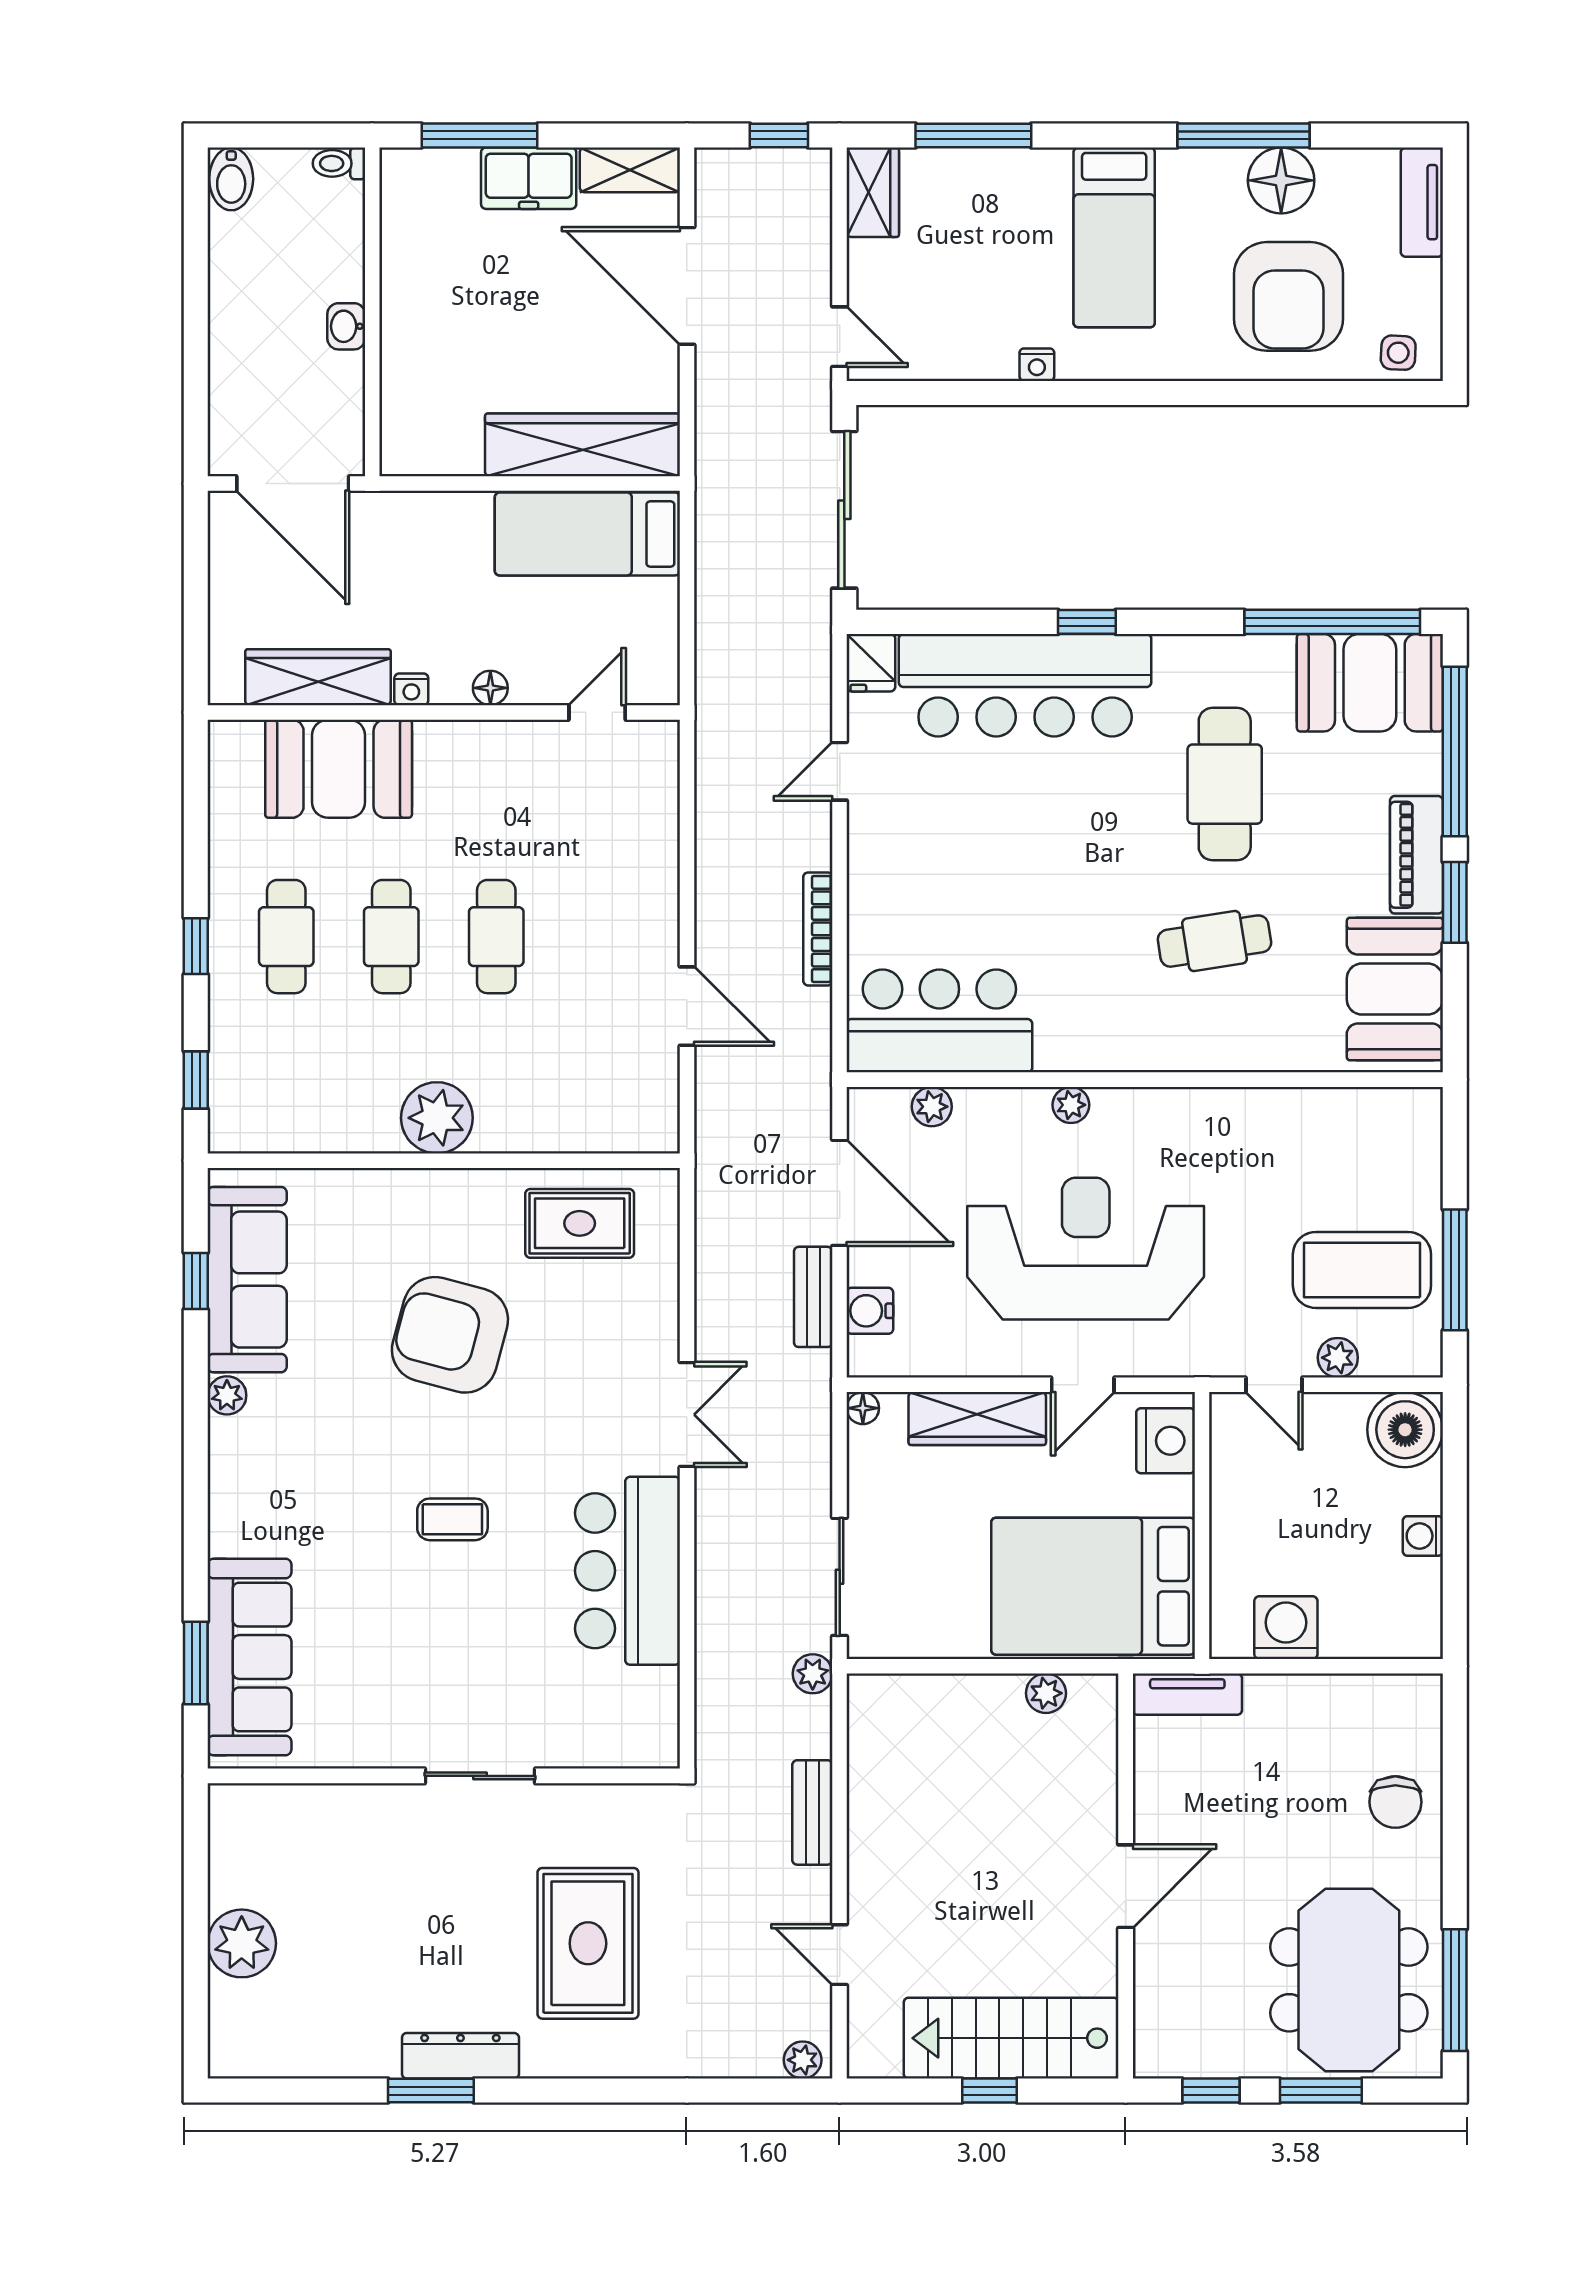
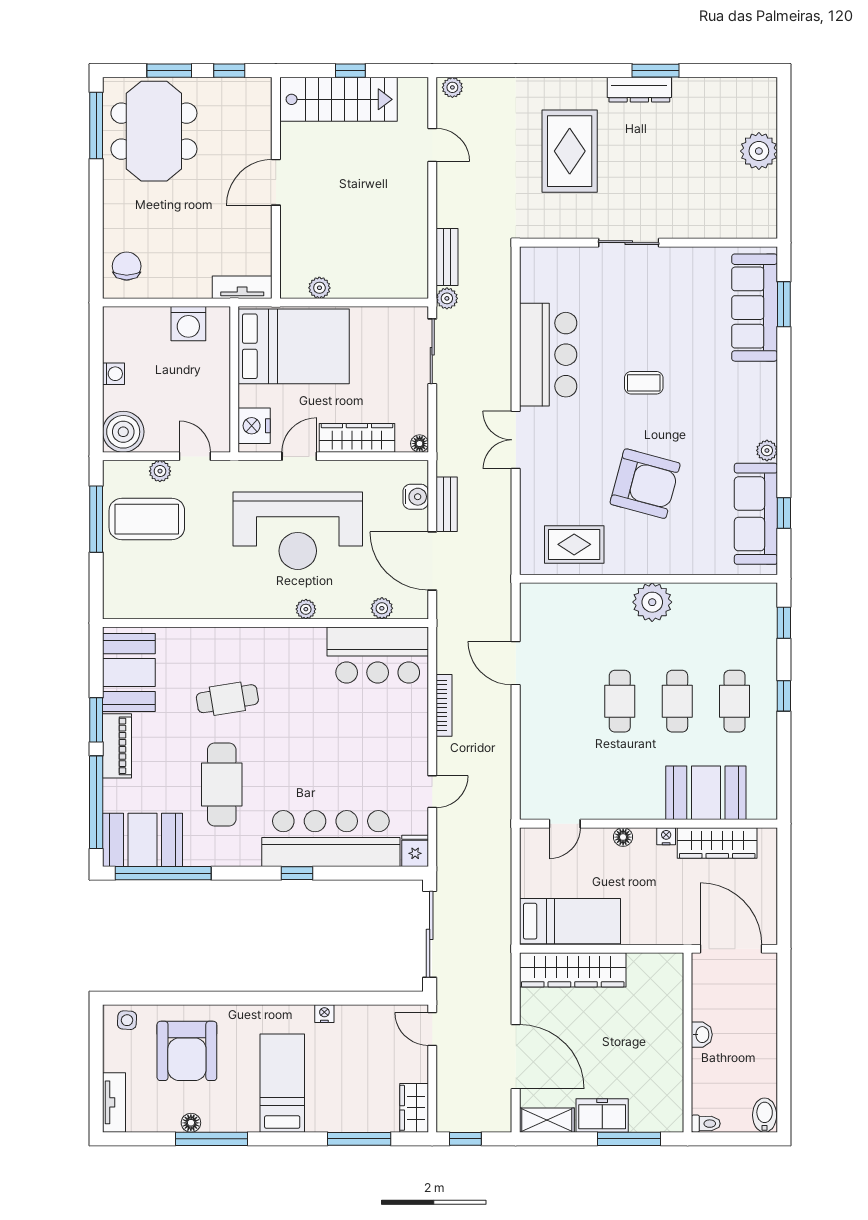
floor lamp: (1281, 180) -> (191, 1123), width x0.53, depth x0.53
armchair: (1288, 296) -> (187, 1051), turned 180
chair: (1395, 1802) -> (127, 266), moved
bench: (812, 1812) -> (447, 257), moved

